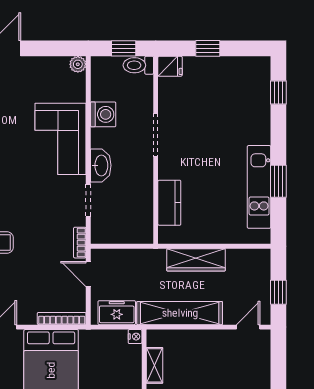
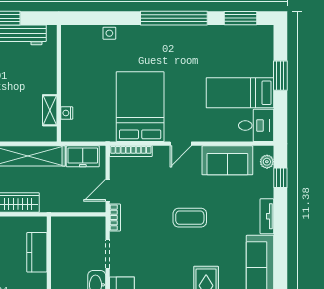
door: (88, 274) -> (108, 190), swing flipped
nightstand: (135, 337) -> (67, 113), moved

